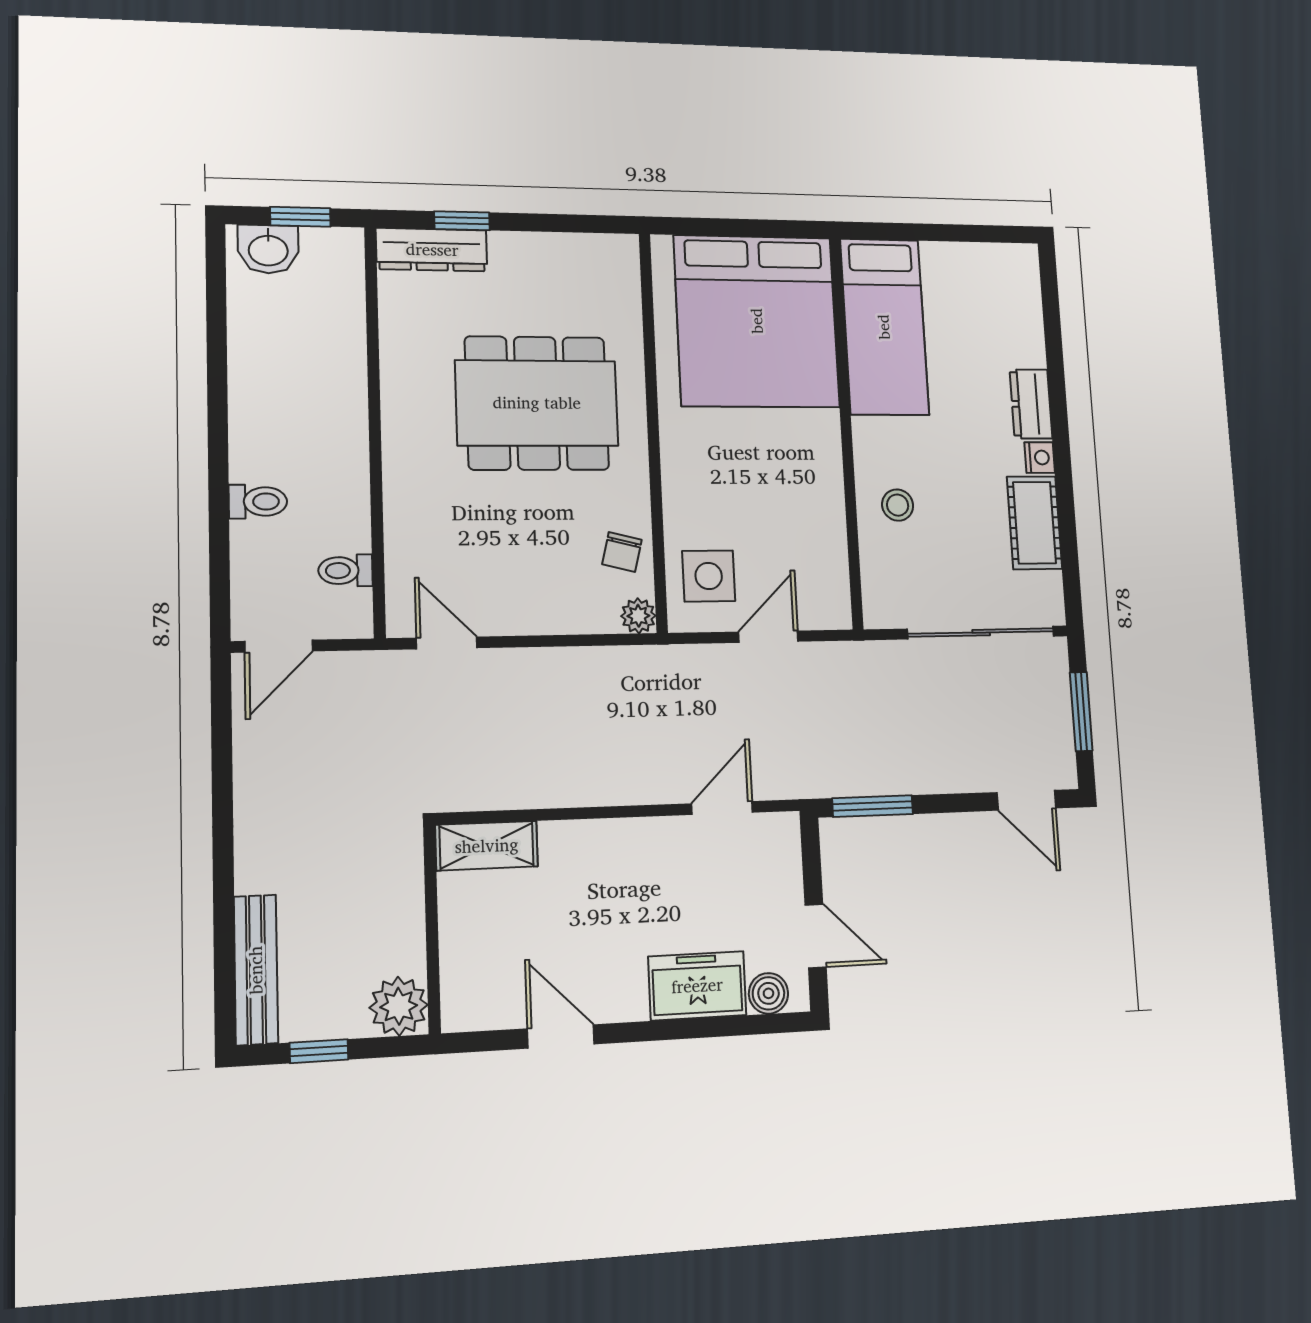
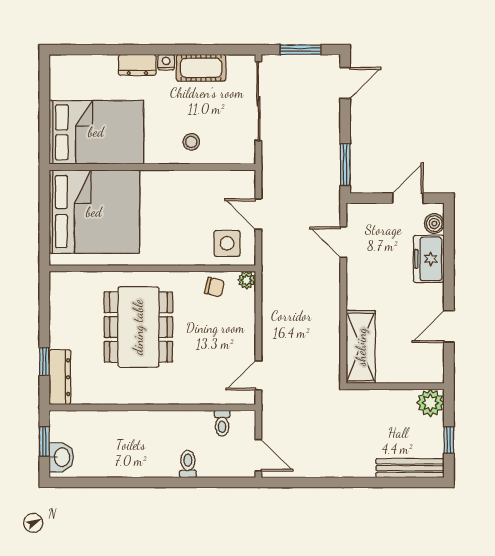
bed: (884, 327) -> (96, 132), width x1.50
shelving: (487, 846) -> (361, 347), width x1.50, depth x1.33

